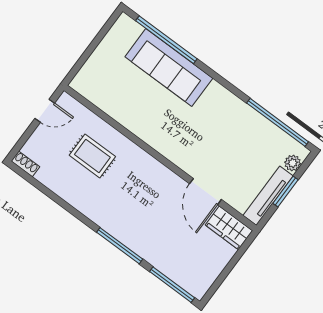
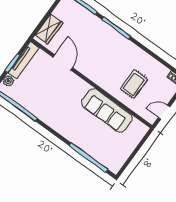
sofa: (169, 67) -> (107, 110), moved, turned 180
rug: (92, 156) -> (134, 84), turned 90
wardrobe: (229, 228) -> (49, 29), moved, turned 90

